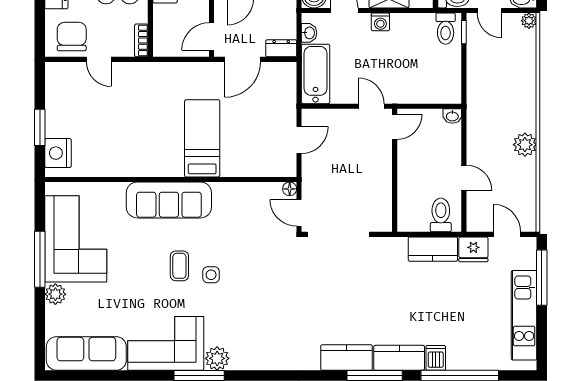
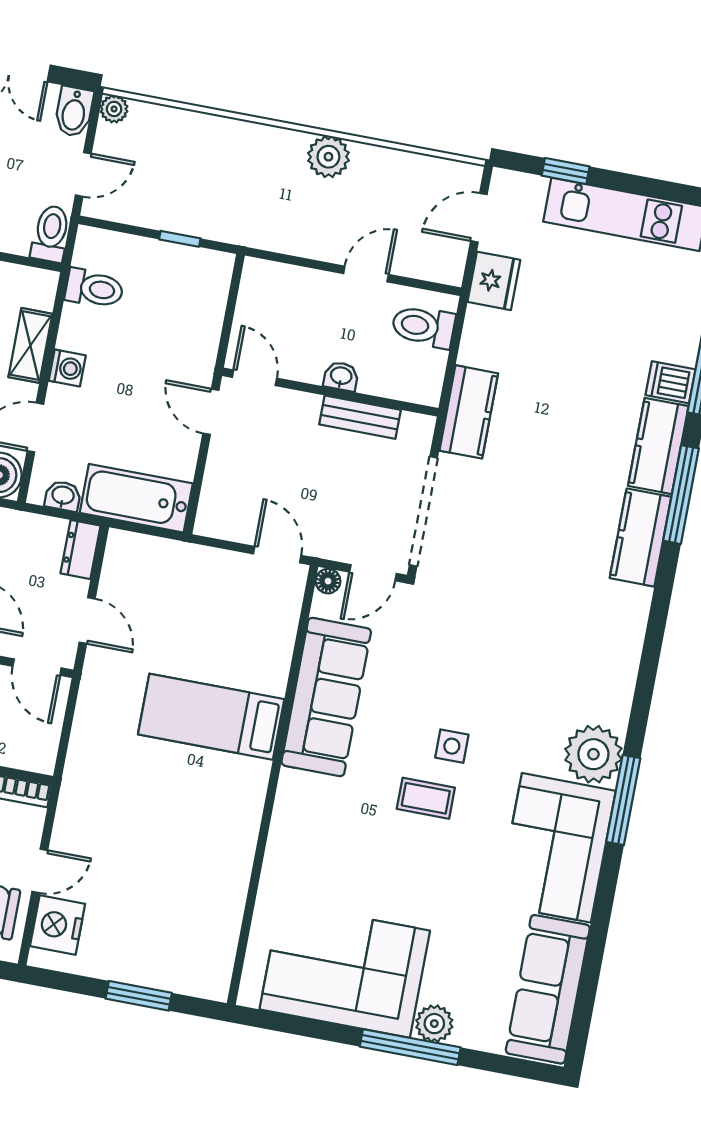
toilet: (446, 29) -> (94, 289), moved
window: (464, 32) -> (180, 239), moved
door: (242, 59) -> (87, 621), width x0.73
door: (371, 106) -> (211, 412), hinge flipped
washbasin: (452, 116) -> (341, 376), moved, turned -90
door: (299, 140) -> (277, 555), moved
nightstand: (58, 153) -> (58, 925), moved, turned 90
bench: (384, 189) -> (360, 417), added
sofa: (169, 200) -> (326, 697), moved
kitchen counter: (433, 249) -> (469, 412), moved
window: (40, 259) -> (410, 1047), moved
window: (542, 278) -> (566, 171), width x0.46
plant: (217, 358) -> (593, 754), width x1.36, depth x1.36

